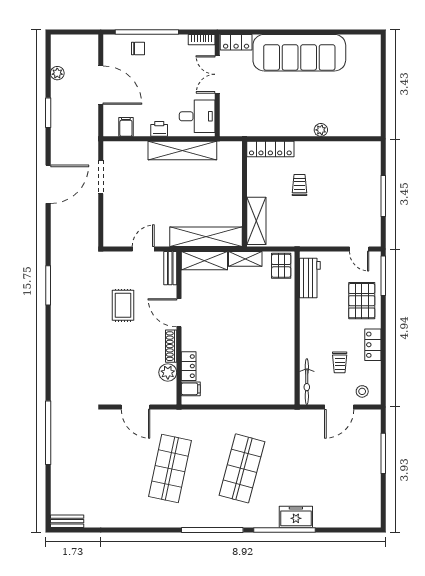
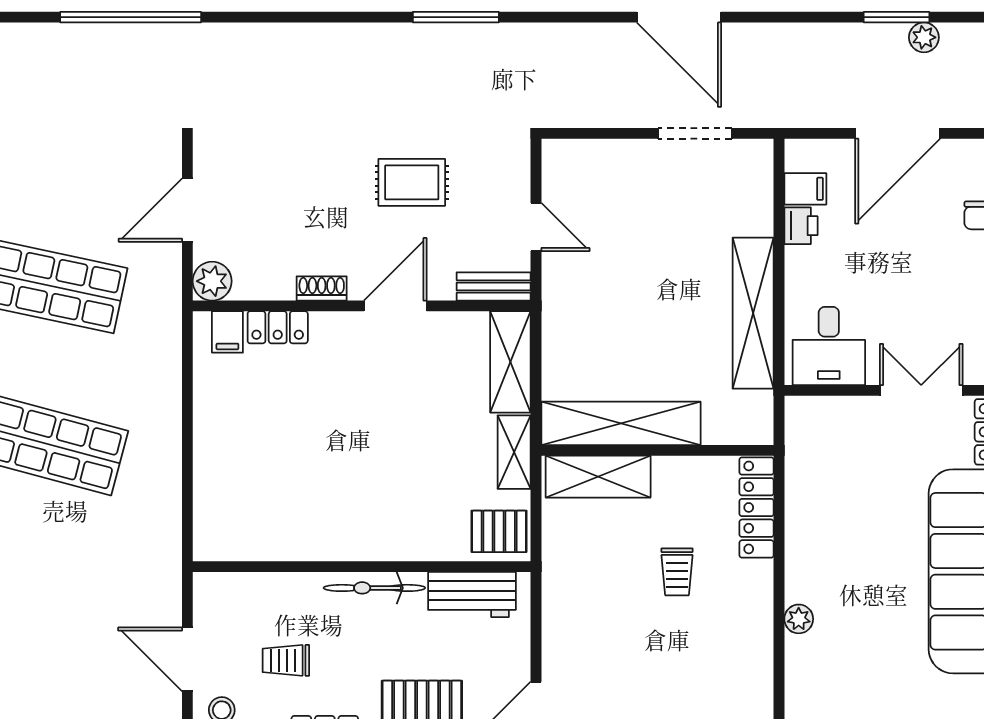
window: (48, 113) -> (896, 17), moved
printer: (159, 129) -> (801, 226), moved
trolley: (300, 185) -> (677, 572), turned 90
shelving: (206, 237) -> (621, 423), moved, turned 90
shoe rack: (171, 346) -> (322, 288), width x0.70
plant: (168, 372) -> (212, 281), moved
bicycle: (307, 382) -> (374, 588), moved

